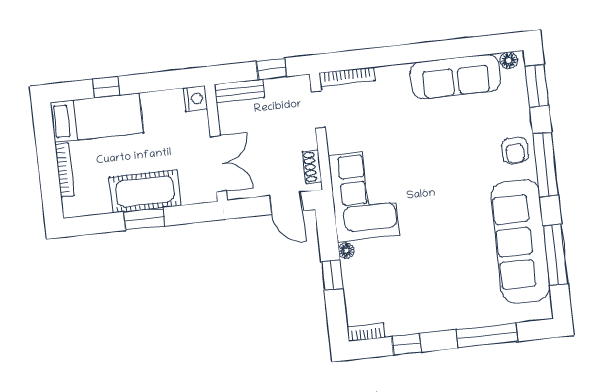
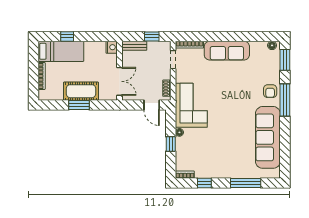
sofa: (456, 77) -> (227, 51), moved
window: (556, 255) -> (285, 146), removed

